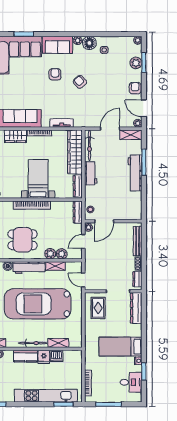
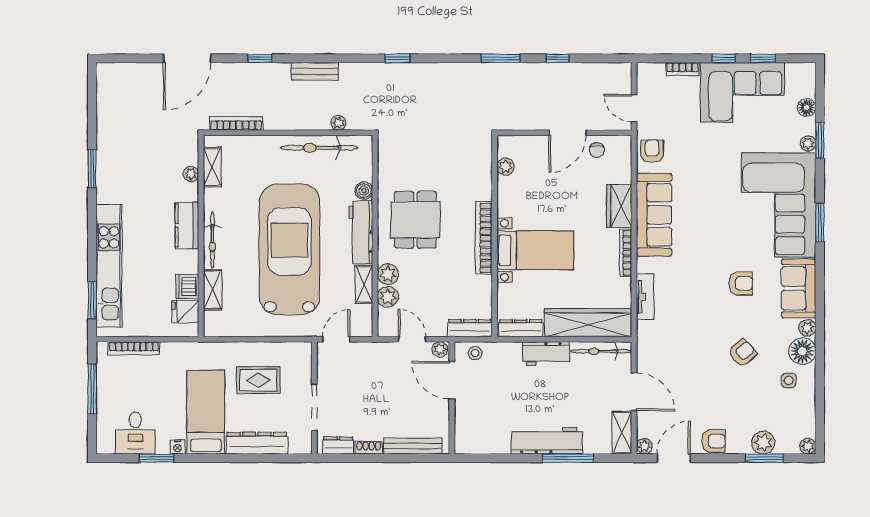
armchair: (80, 82) -> (742, 353), moved
rug: (98, 308) -> (258, 380), moved
dresser: (136, 308) -> (257, 443), moved
fridge: (44, 357) -> (185, 311), moved

